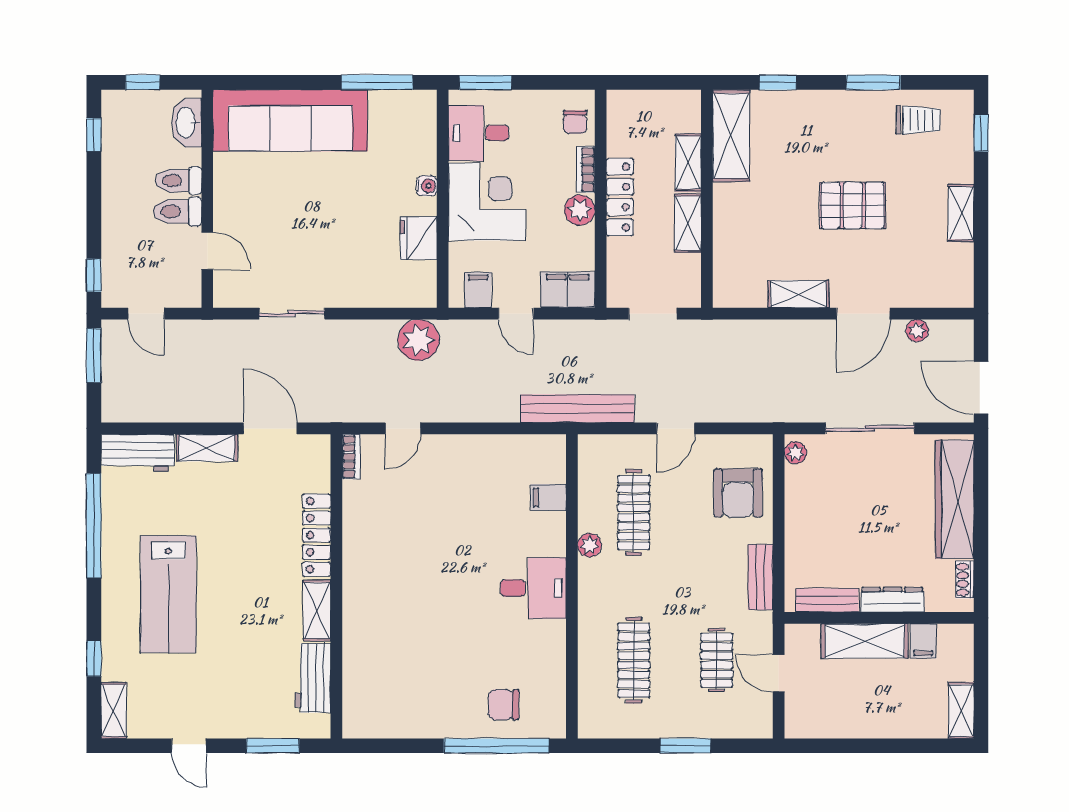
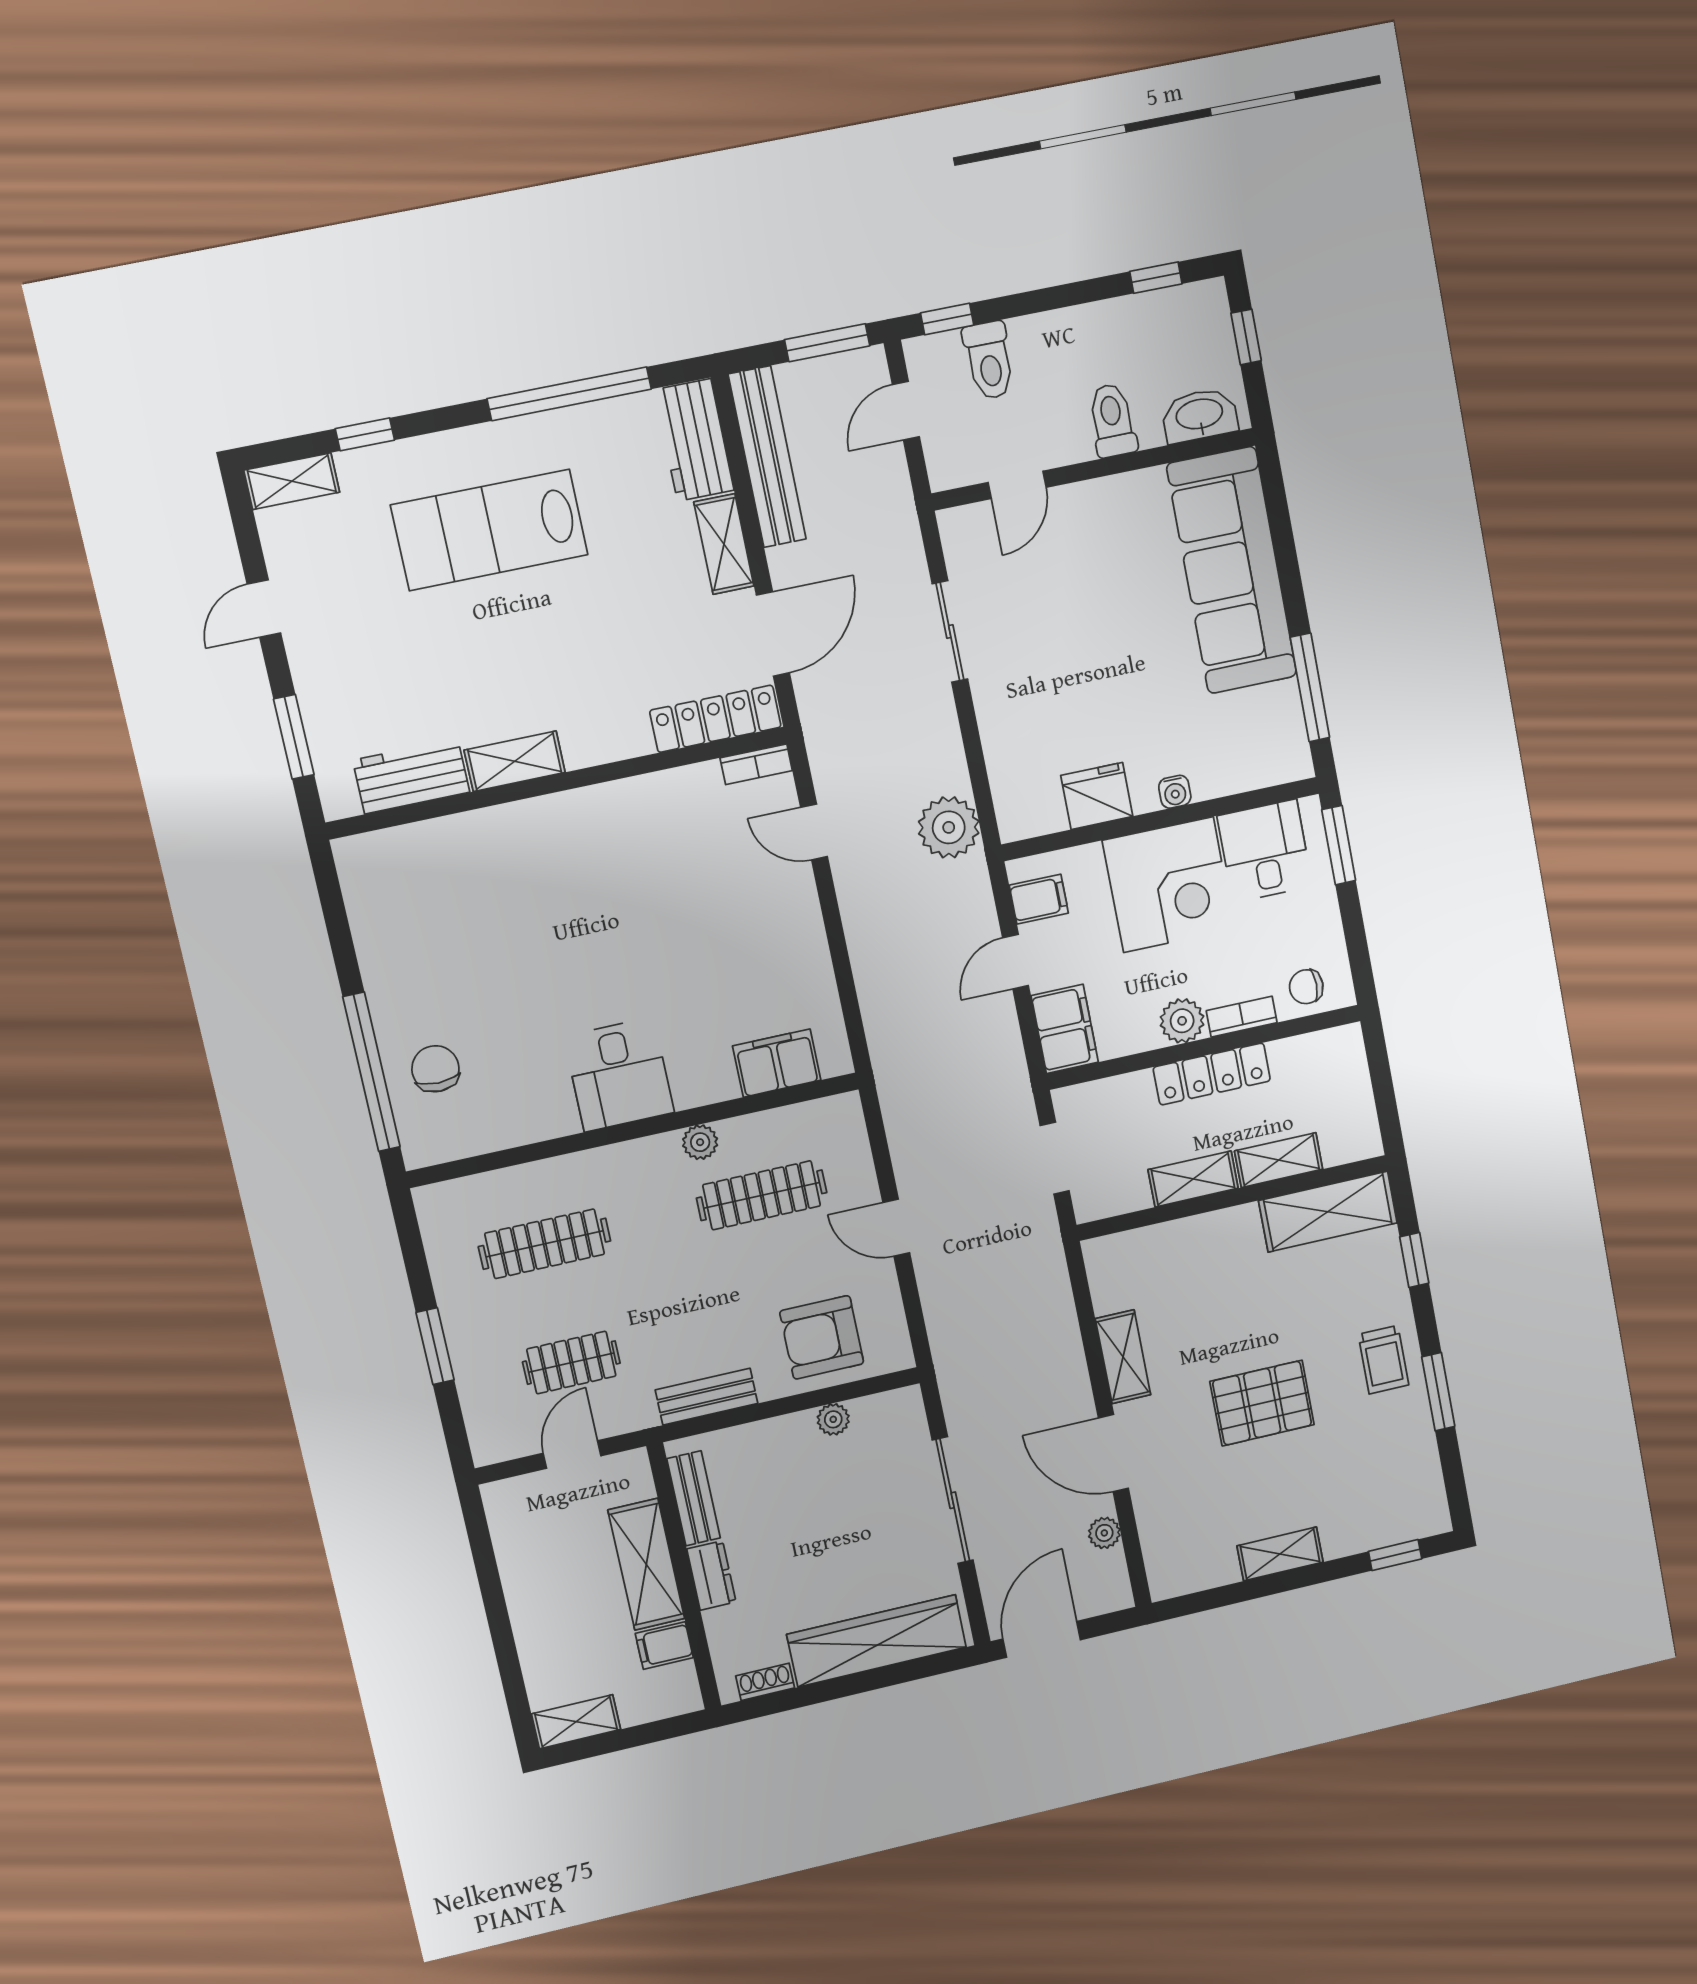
trolley: (918, 120) -> (1383, 1360), moved
pallet: (853, 205) -> (1262, 1403), turned 90
toilet: (177, 211) -> (989, 360), moved, turned 180
bench: (578, 409) -> (767, 457), moved
plant: (795, 453) -> (833, 1419), moved
filing cabinet: (548, 497) -> (777, 1063), width x2.00
locker: (317, 535) -> (715, 719), moved
dresser: (892, 600) -> (711, 1576), width x0.70

